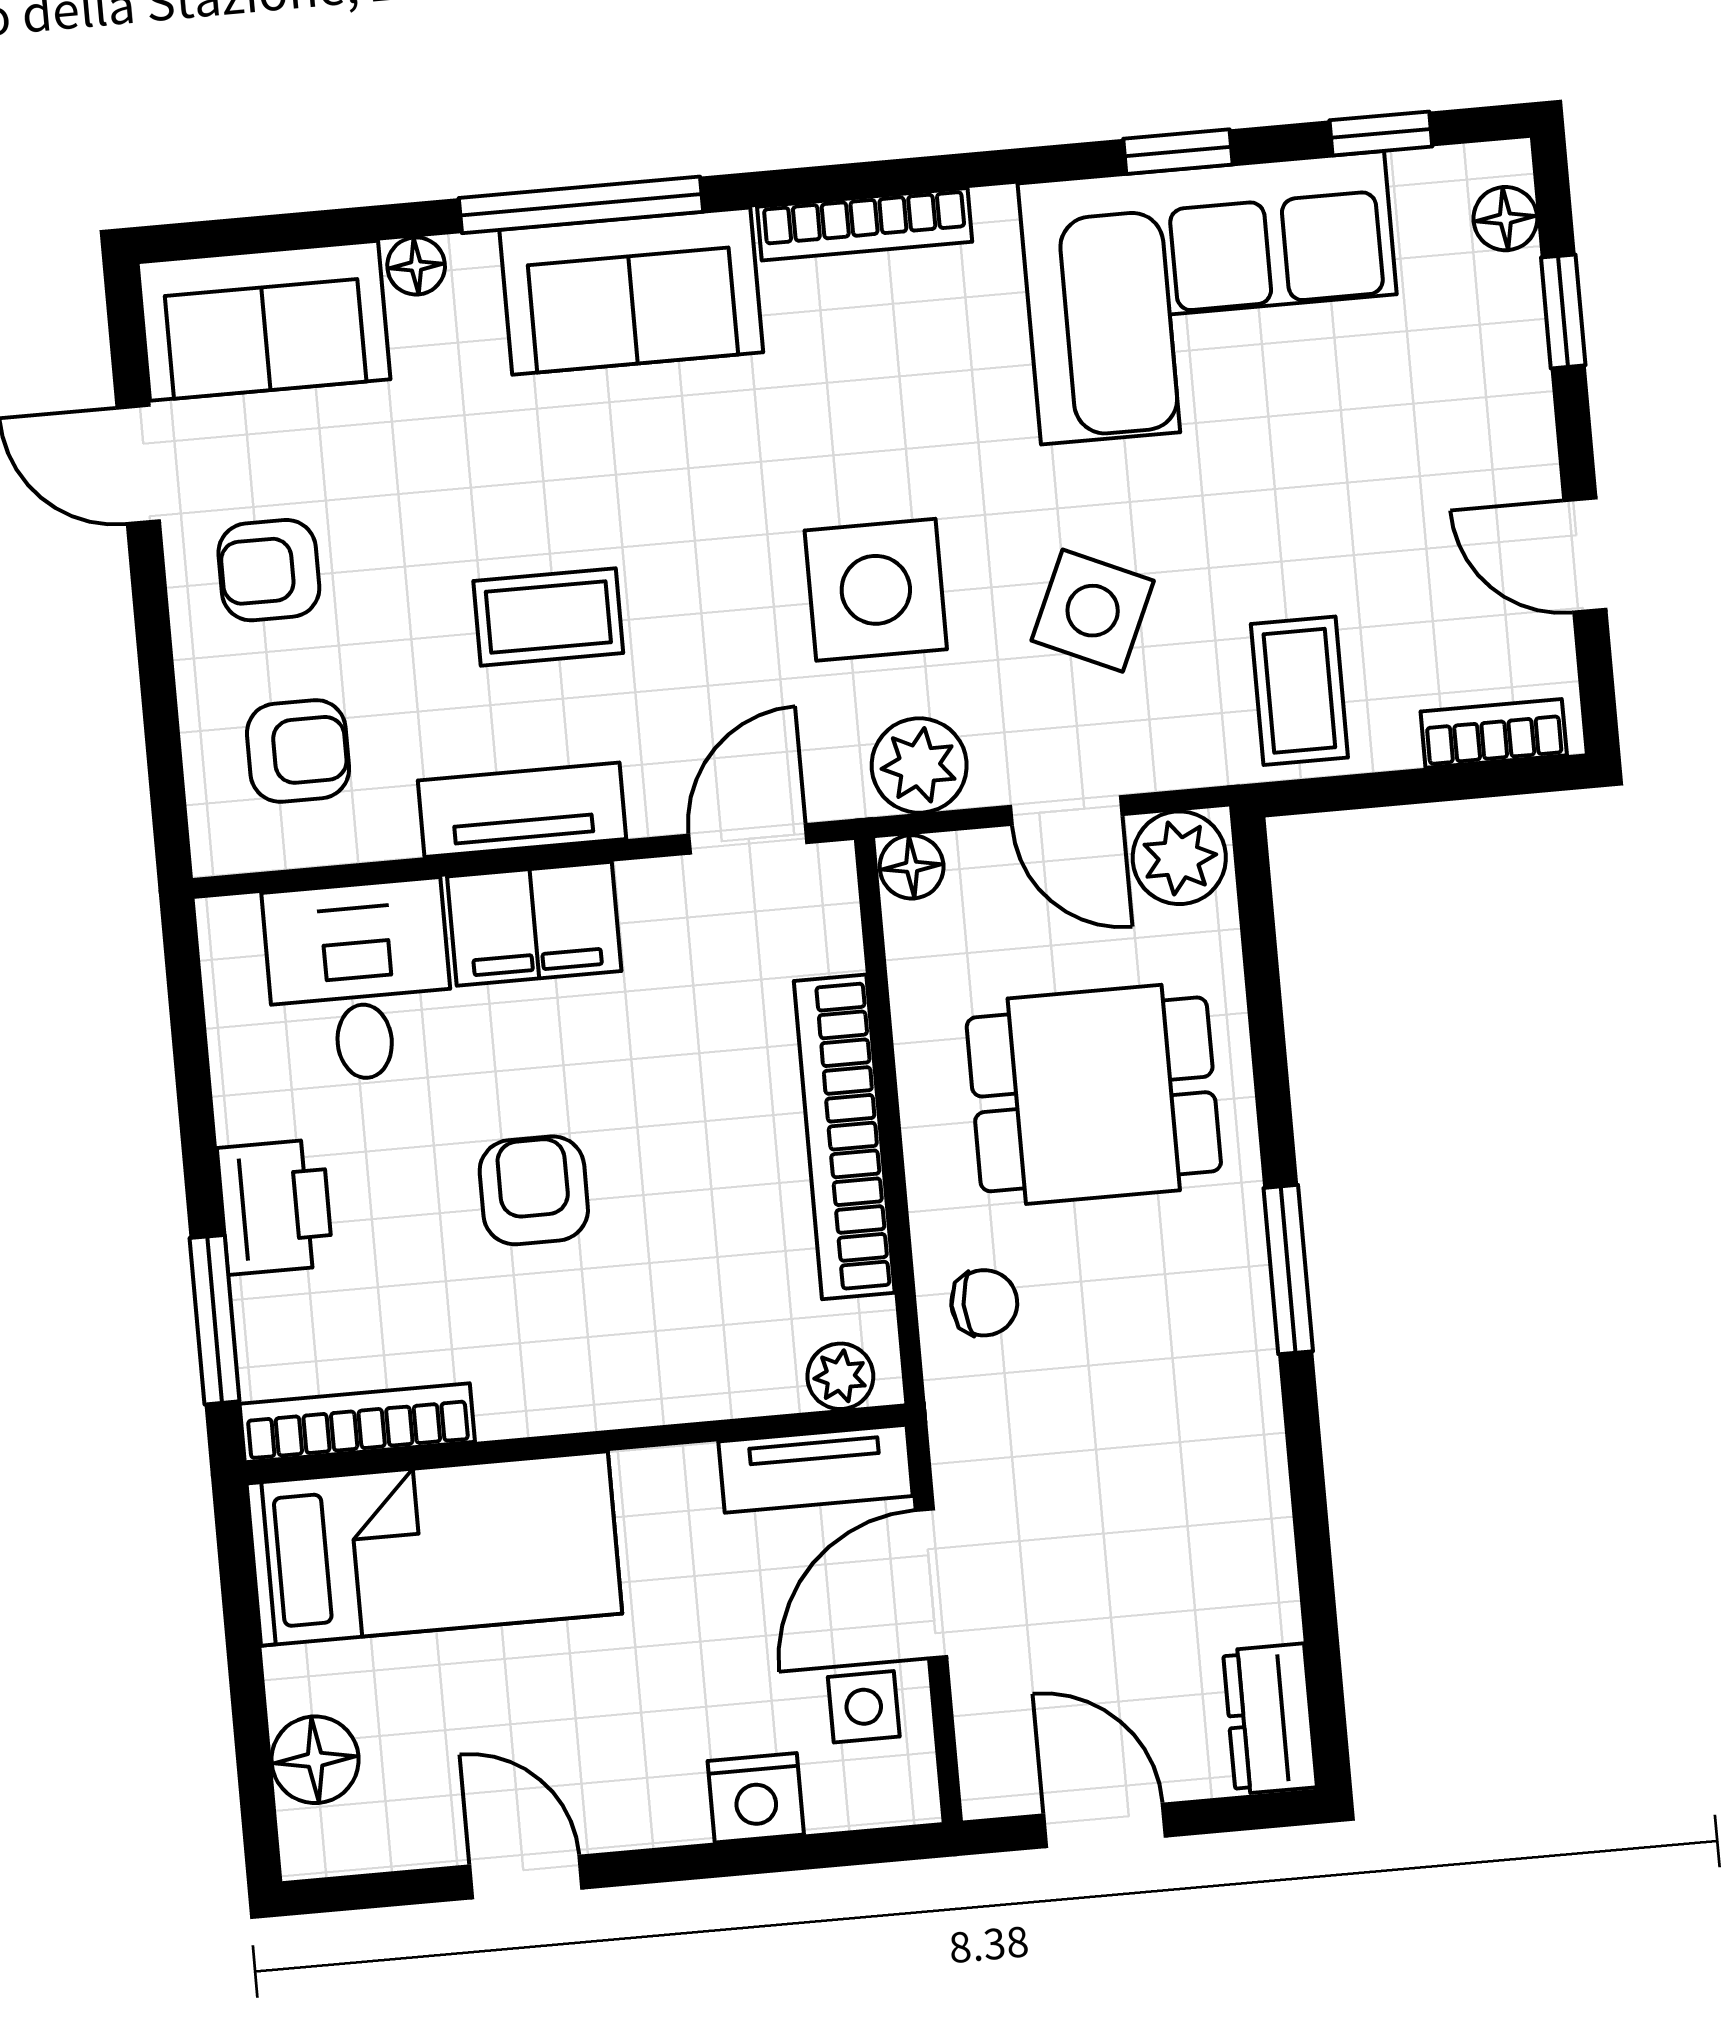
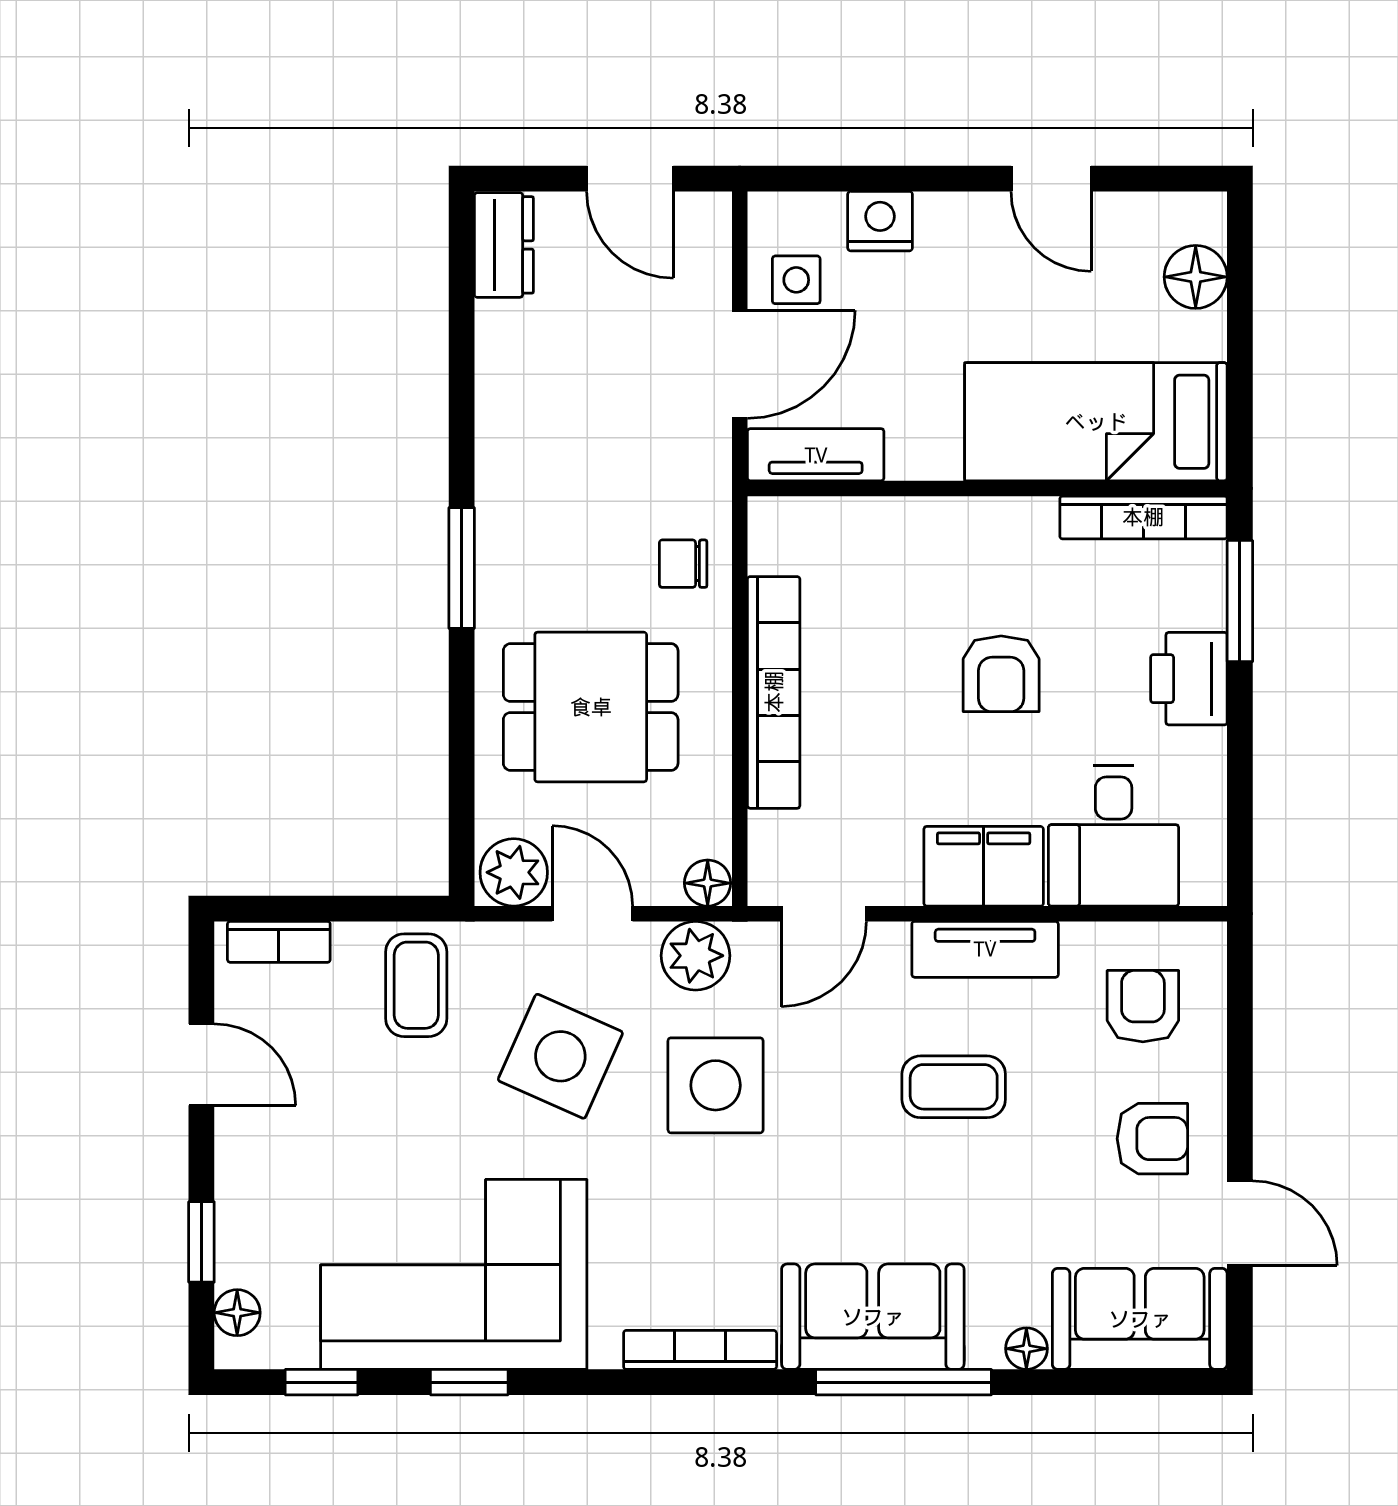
side table: (1093, 611) -> (560, 1056), width x1.37, depth x1.37
armchair: (298, 751) -> (1143, 1006), turned 90
plant: (840, 1376) -> (792, 520), removed

